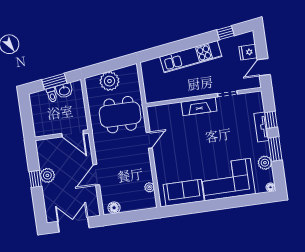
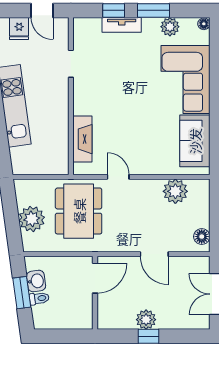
fireplace: (199, 106) -> (82, 139), moved
plant: (149, 187) -> (175, 191), width x1.87, depth x1.87

